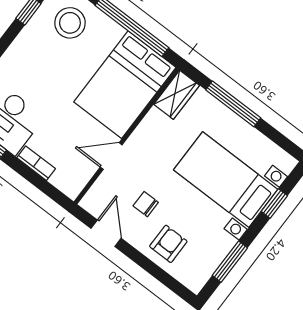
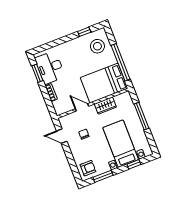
wardrobe: (177, 95) -> (105, 106), moved
door: (106, 233) -> (62, 136), swing flipped
armchair: (168, 244) -> (88, 168), moved

